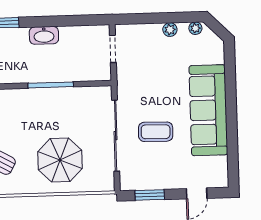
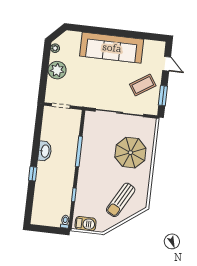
plant: (170, 30) -> (57, 70), width x1.88, depth x1.88
coffee table: (156, 132) -> (143, 85), moved, turned 56

